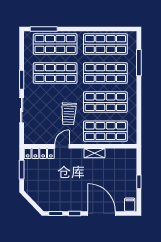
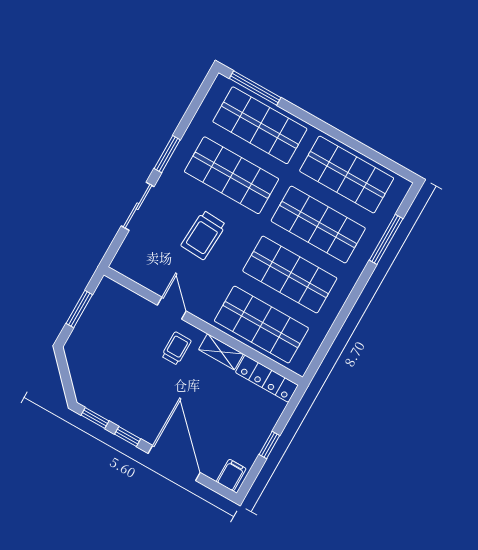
trolley: (69, 114) -> (203, 235), moved
door: (62, 146) -> (172, 308), hinge flipped
locker: (39, 153) -> (267, 379), moved
trolley: (74, 163) -> (176, 348), added

